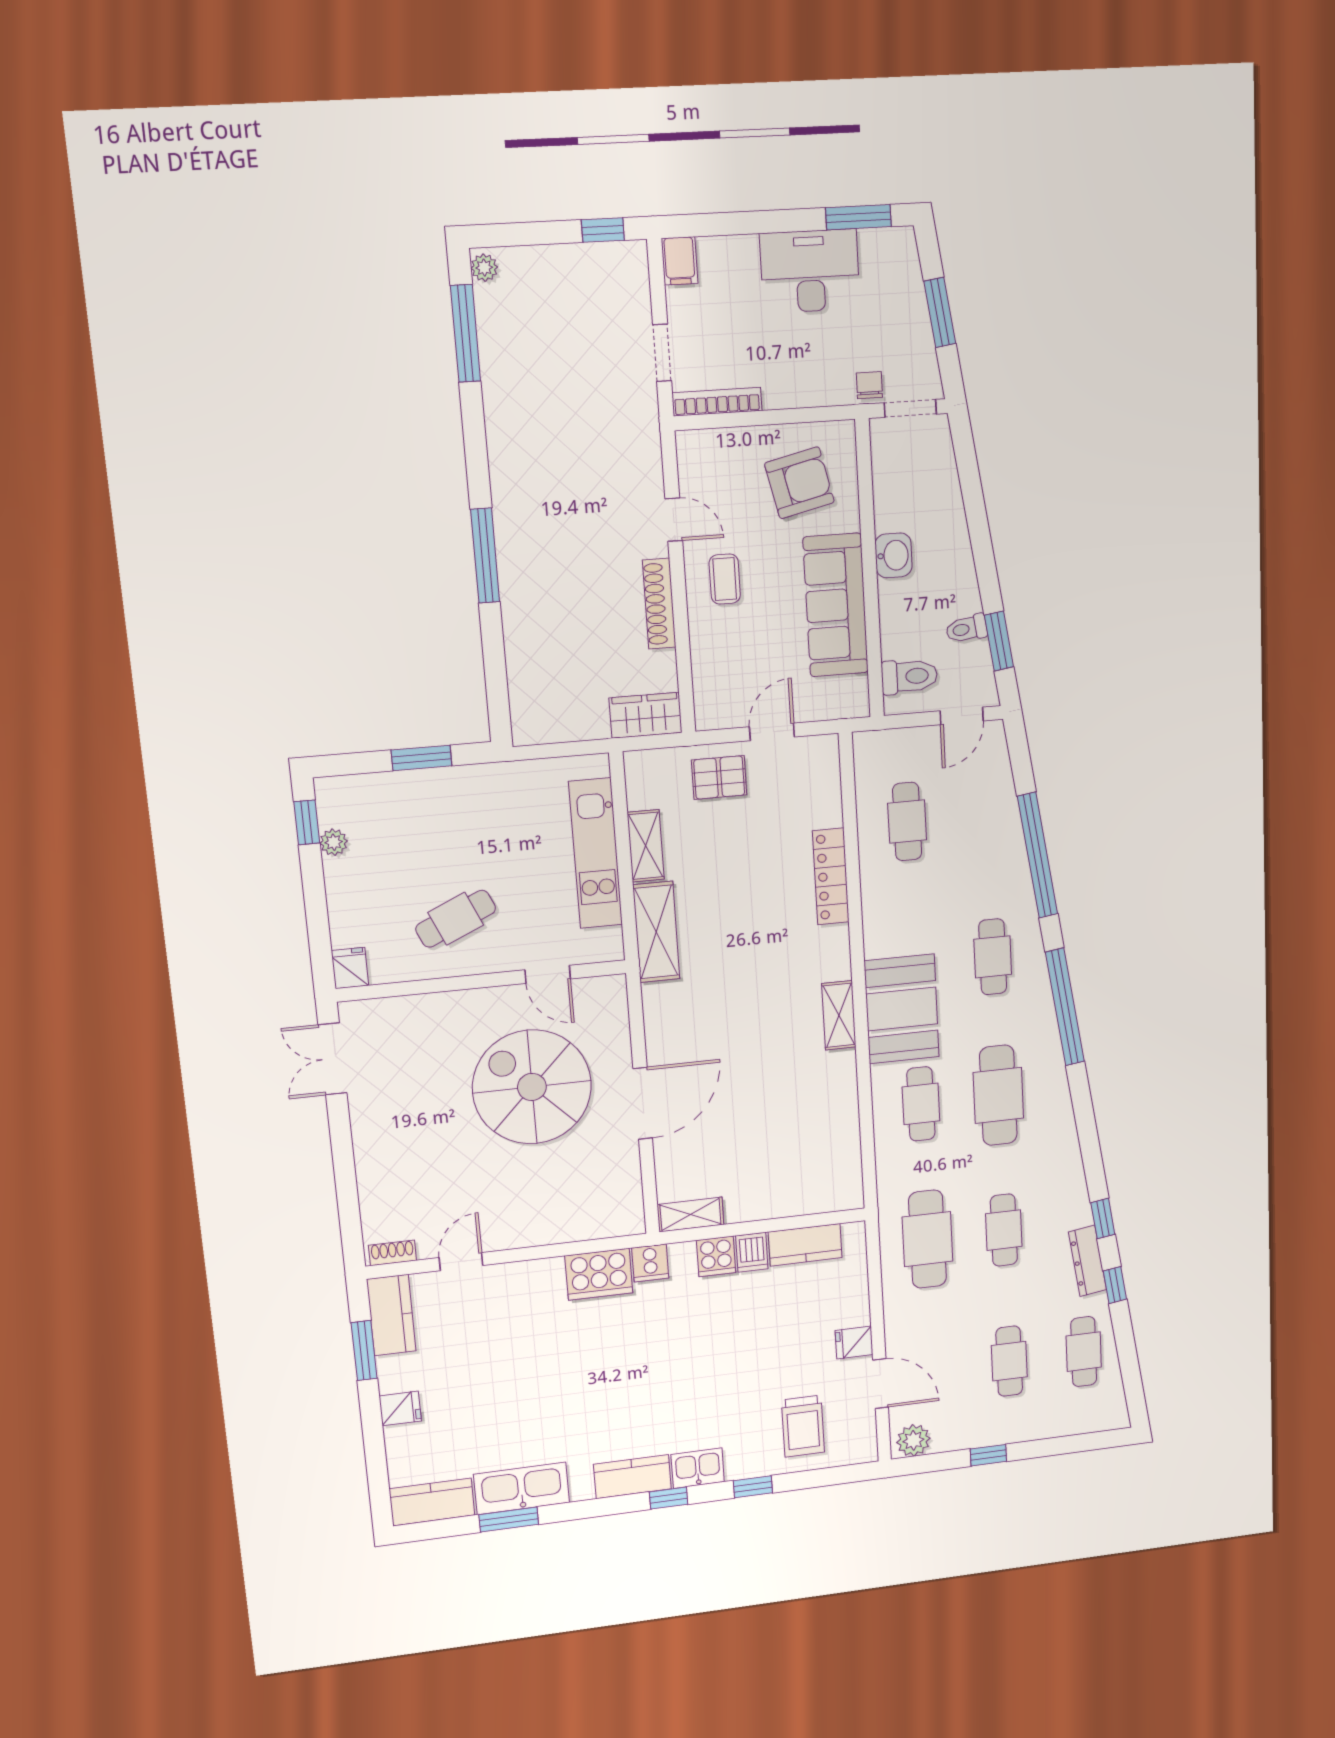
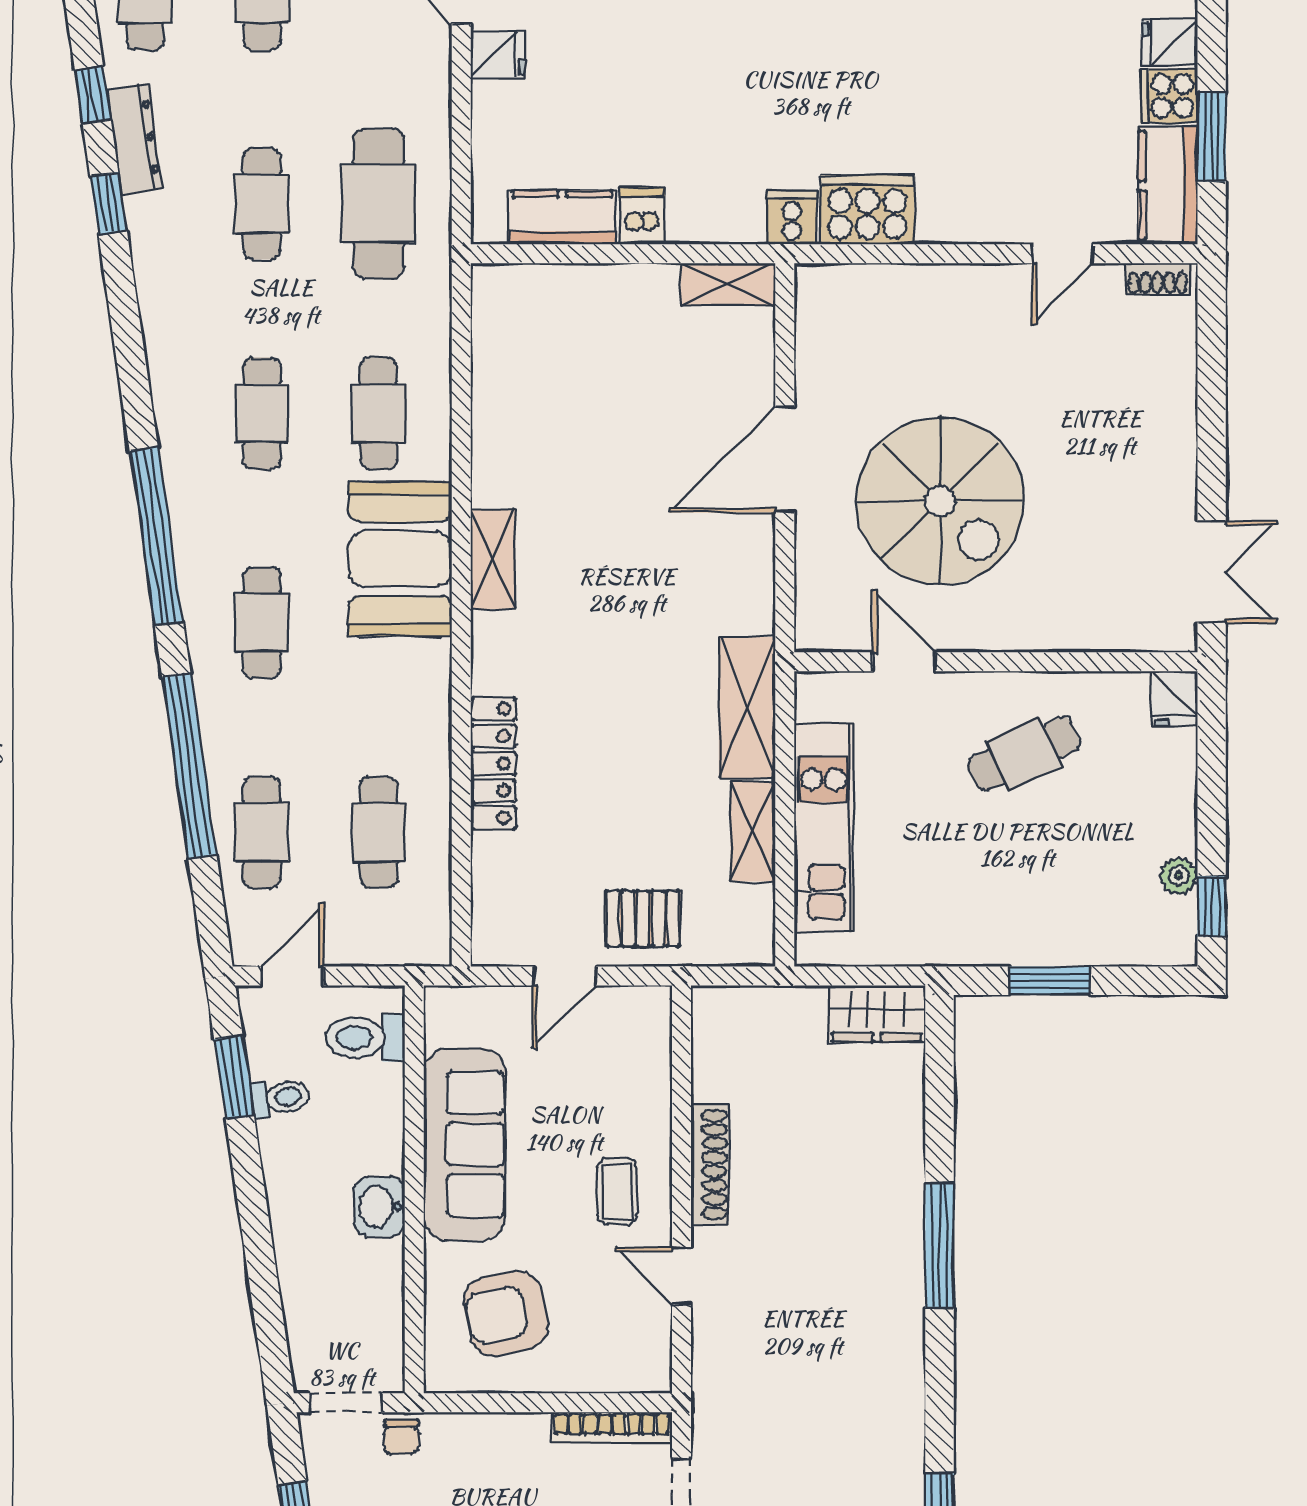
wardrobe: (646, 715) -> (877, 1014), moved
cafe table: (987, 814) -> (262, 832), added
cafe table: (998, 1095) -> (262, 413), width x0.73, depth x0.74
cooker: (716, 1256) -> (1169, 96), moved, turned -90

